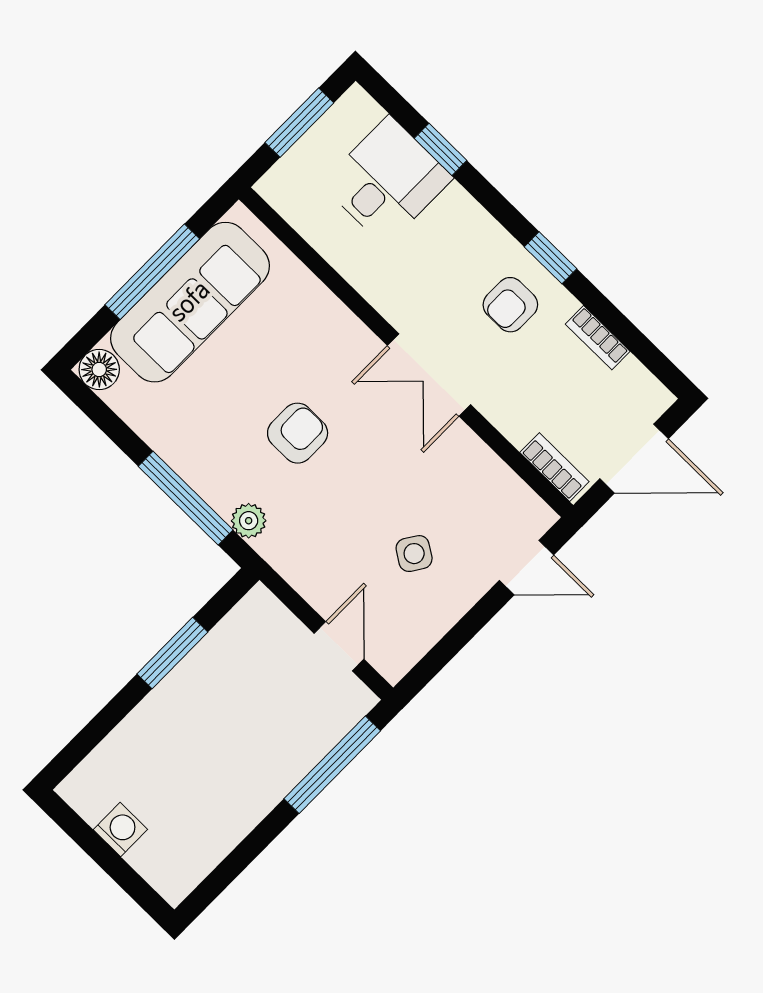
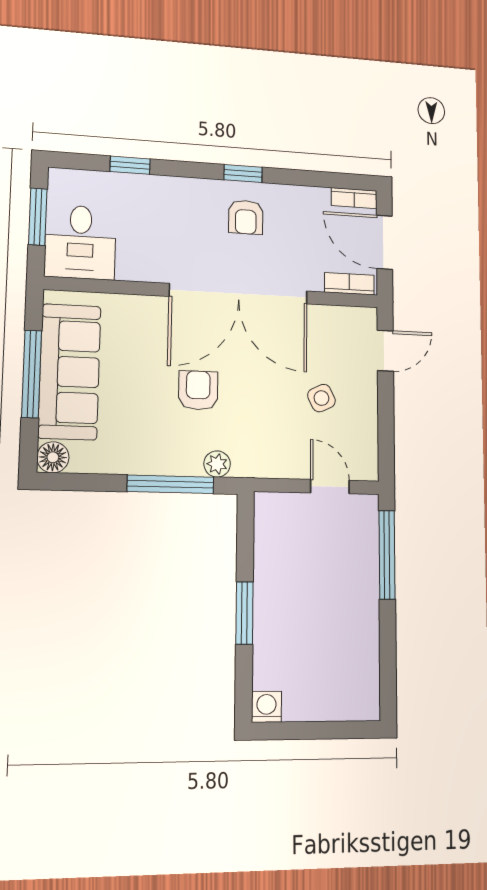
desk: (387, 181) -> (80, 242), moved, turned 180
bookcase: (598, 338) -> (354, 198), moved
double door: (429, 375) -> (239, 294), width x1.87
door: (634, 459) -> (384, 242), swing flipped
side table: (414, 554) -> (321, 398), turned 31
window: (172, 653) -> (244, 613), moved
washing machine: (120, 830) -> (266, 707), moved

